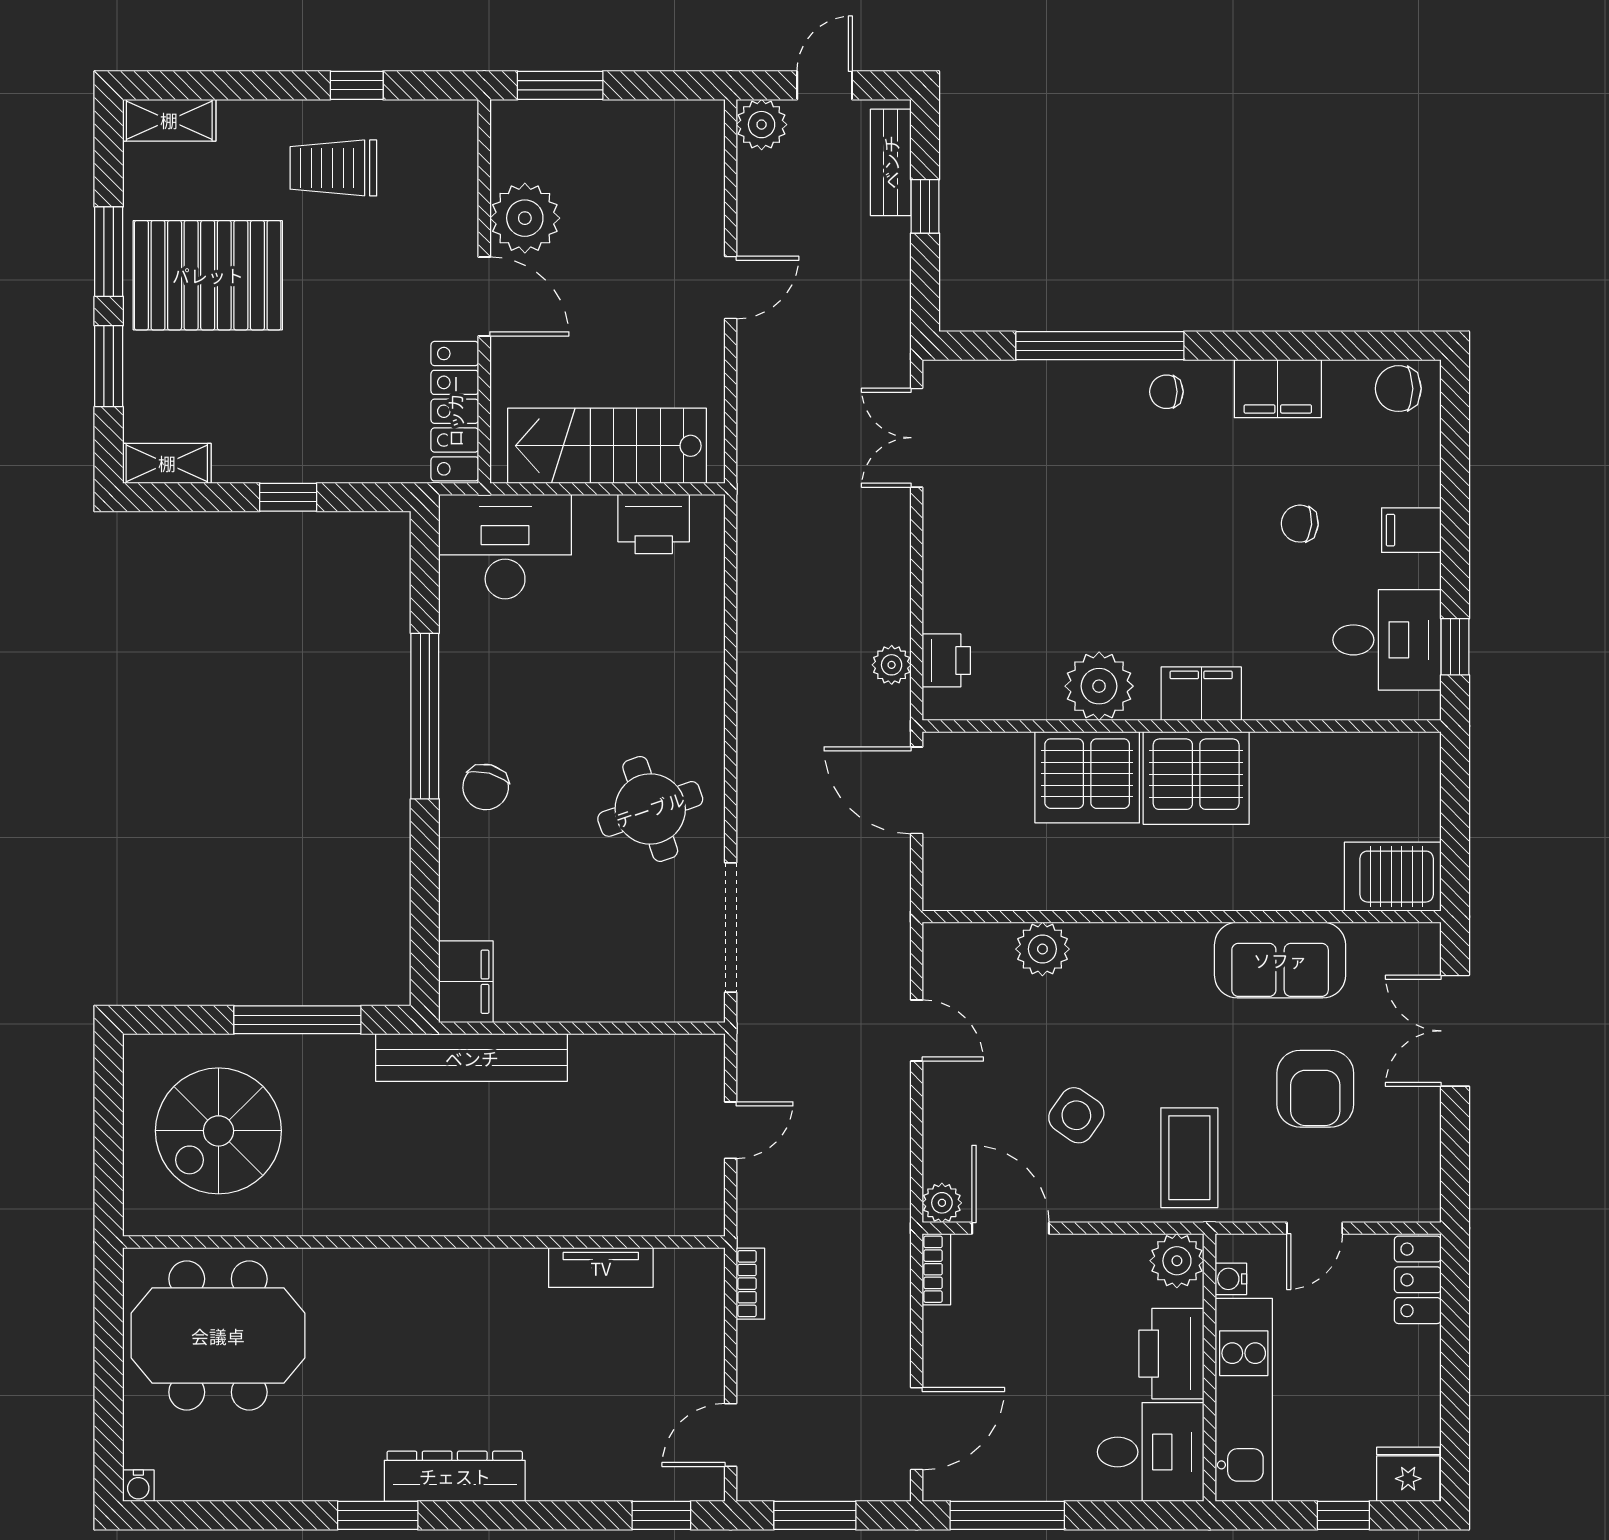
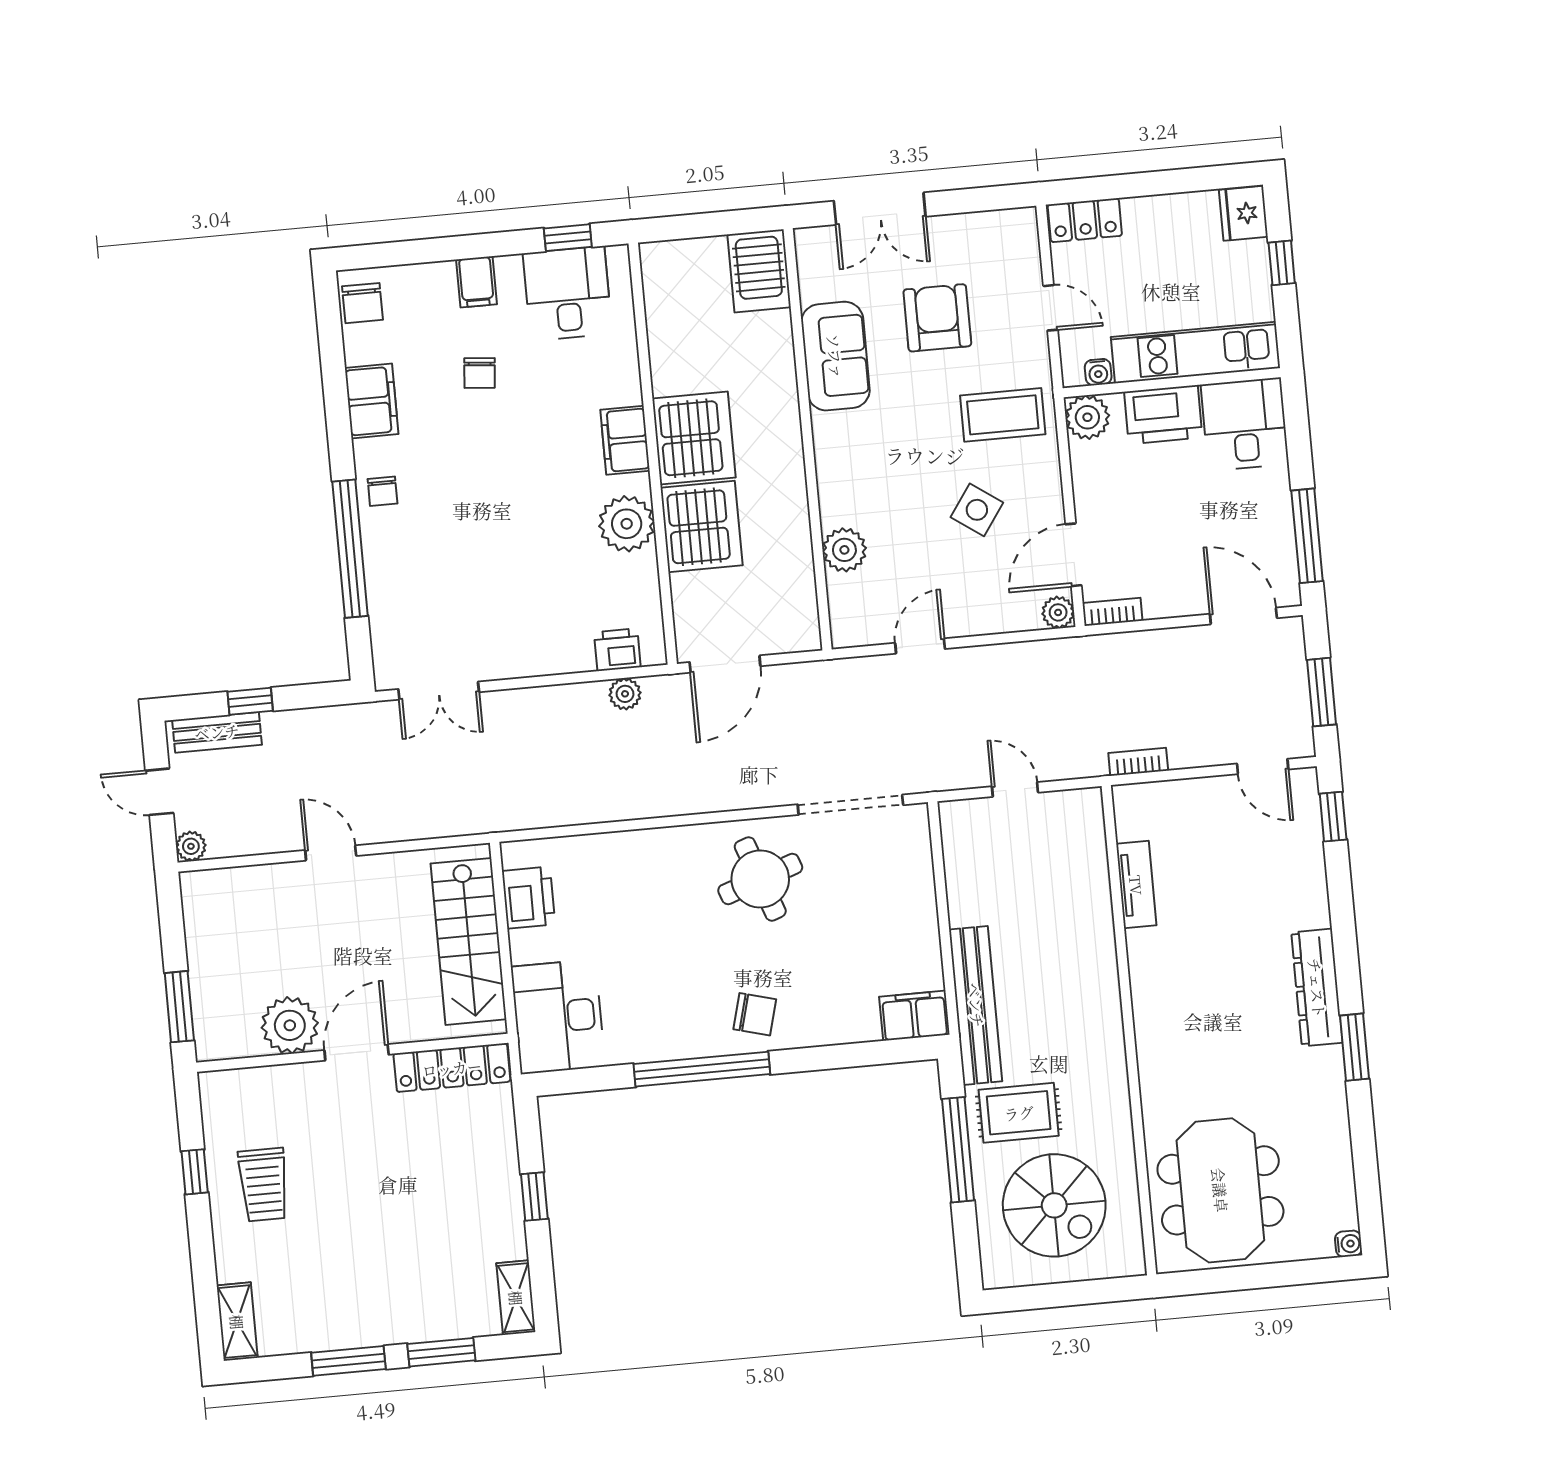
plant: (762, 125) -> (191, 846), width x0.73, depth x0.73
pallet: (208, 275) -> (360, 1279), removed
armchair: (1315, 1089) -> (937, 318), turned -90
rug: (336, 1098) -> (1019, 1113), added

